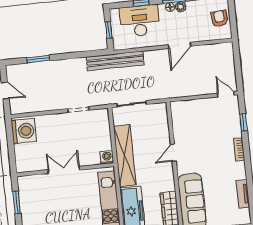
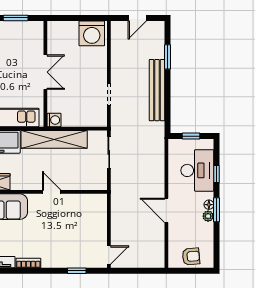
bench: (115, 61) -> (157, 90), moved
bookcase: (239, 149) -> (28, 263), moved

